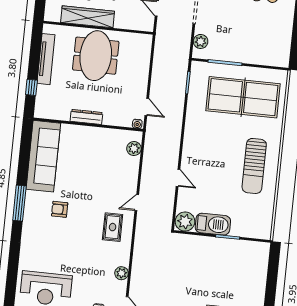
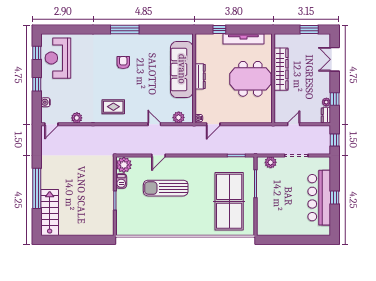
sofa: (43, 156) -> (182, 69), moved, turned 90
sun lounger: (254, 166) -> (166, 188), moved
door: (137, 203) -> (154, 124), moved
barbecue: (213, 224) -> (121, 181), width x0.53, depth x0.65

